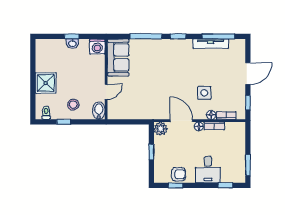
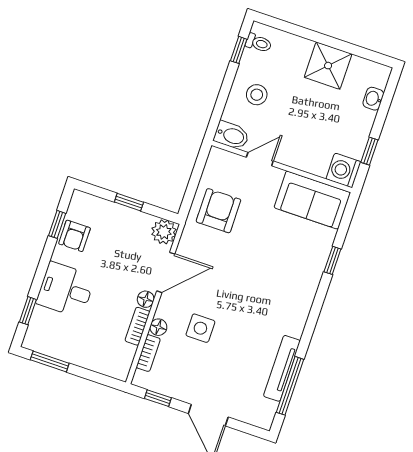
window: (72, 36) -> (369, 151), moved
window: (146, 36) -> (332, 260), width x0.46
window: (178, 36) -> (314, 316), removed
washbasin: (72, 44) -> (373, 99), moved
shower: (46, 83) -> (328, 66), moved
door: (106, 92) -> (260, 159), swing flipped
armchair: (140, 104) -> (218, 211), added
window: (64, 122) -> (239, 50), moved

